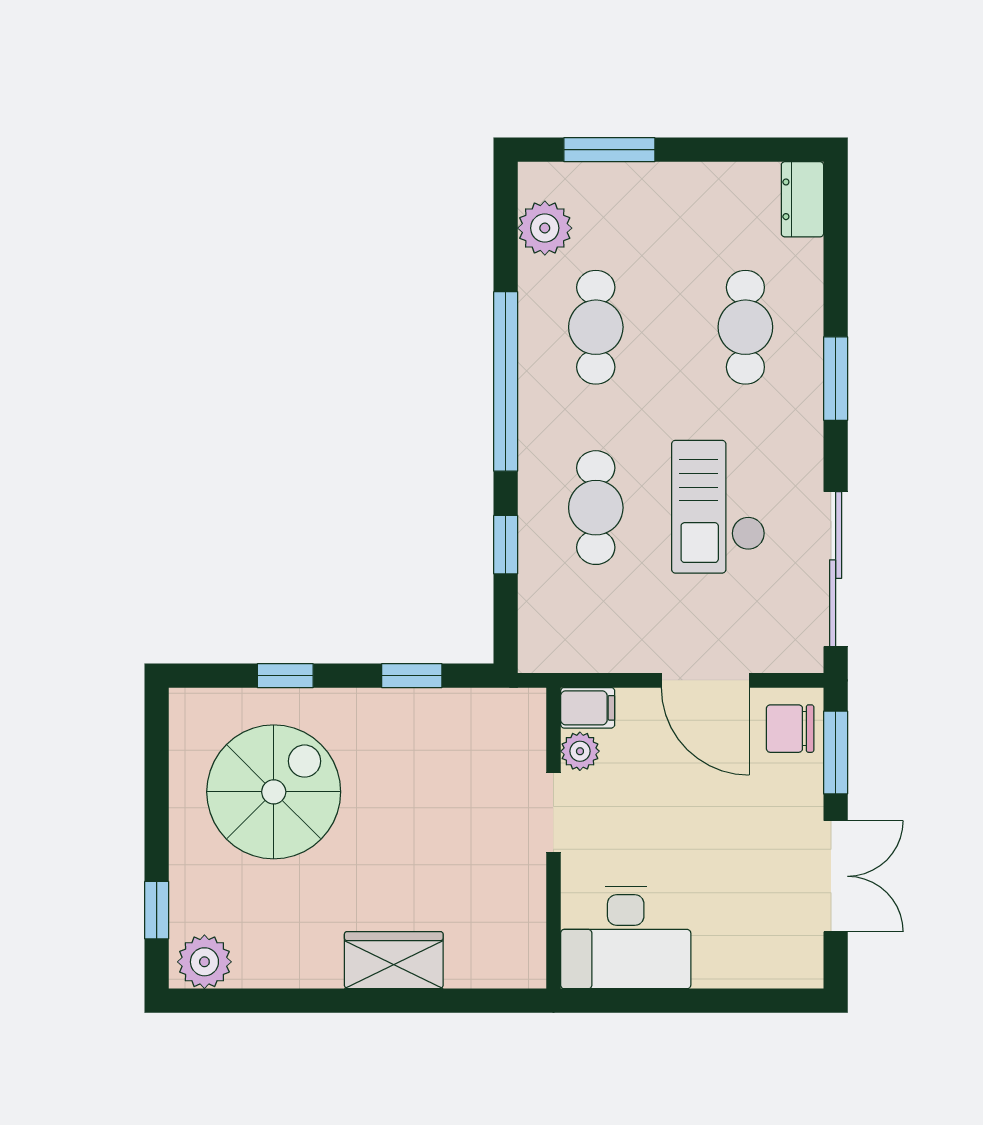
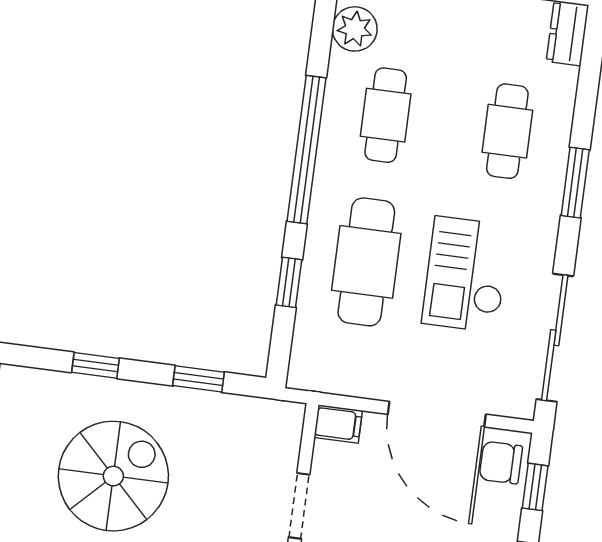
cafe table: (596, 508) -> (366, 262), width x1.37, depth x1.35
door: (705, 680) -> (437, 414), width x1.36
plant: (580, 751) -> (327, 458), removed
window: (836, 753) -> (535, 487), width x0.67
spiral stairs: (274, 792) -> (113, 476), moved

